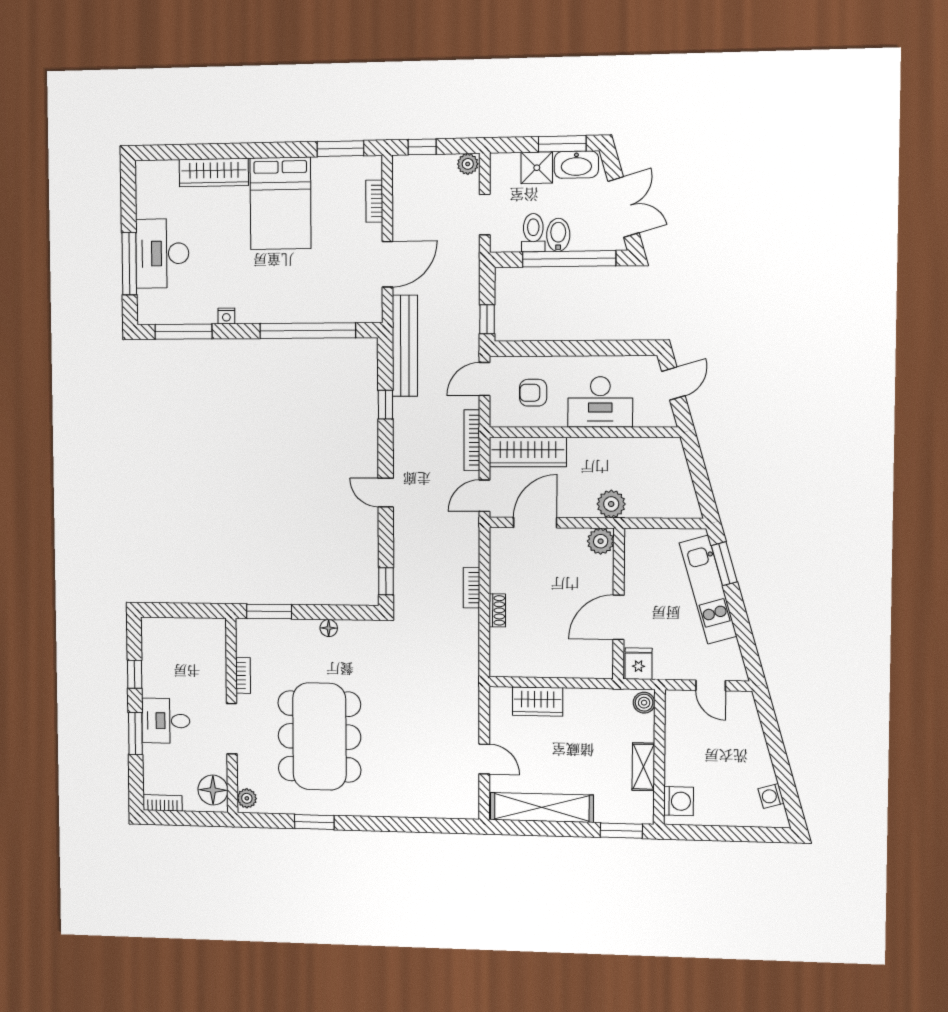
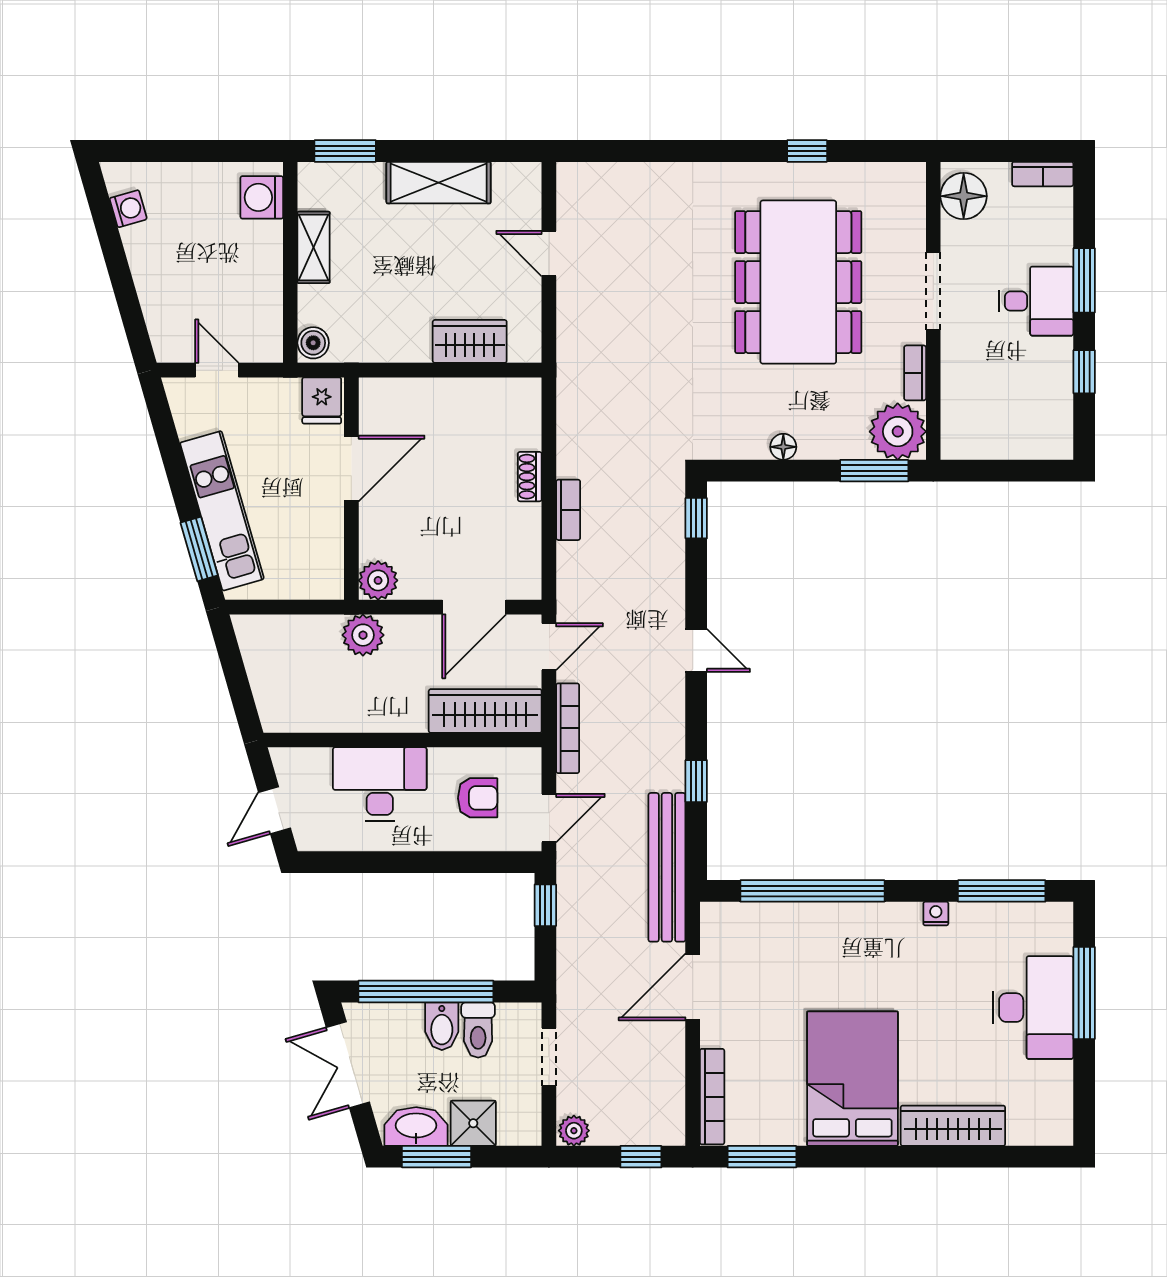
bookcase: (374, 201) -> (712, 1097), width x1.56
plant: (247, 798) -> (898, 432), moved, width x1.88, depth x1.88
shelving: (542, 807) -> (439, 183), width x0.68
window: (314, 822) -> (807, 151), width x0.67

